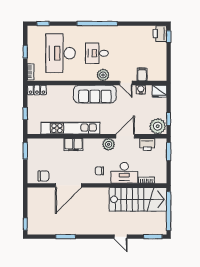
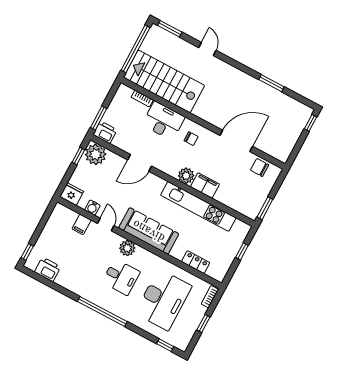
printer: (160, 34) -> (48, 269), moved, turned -90
locker: (37, 90) -> (196, 262), moved
plant: (109, 144) -> (186, 176), moved
printer: (147, 144) -> (105, 132), moved

